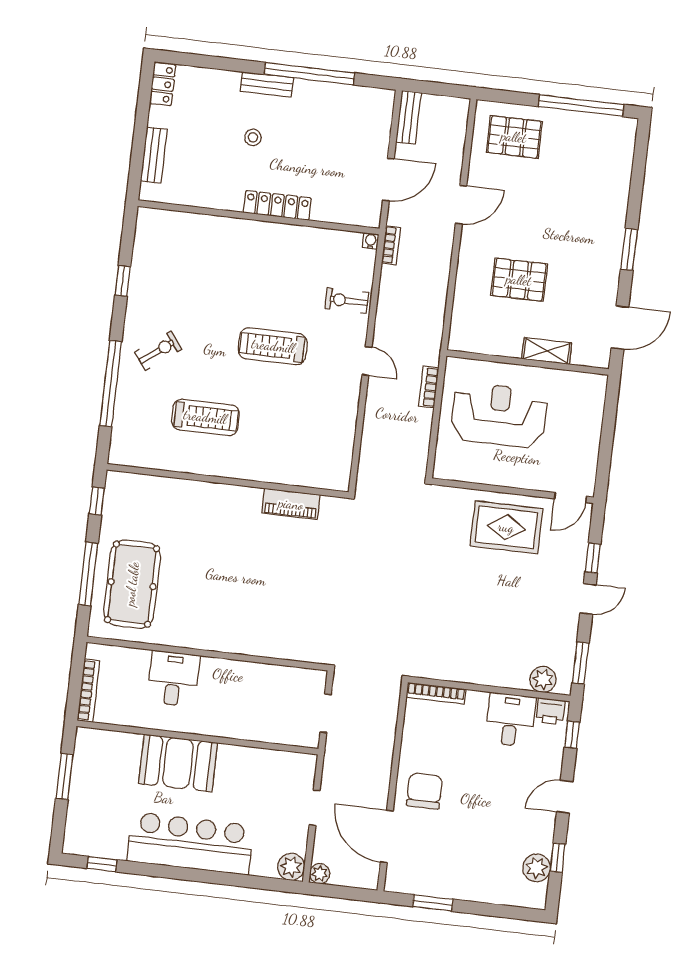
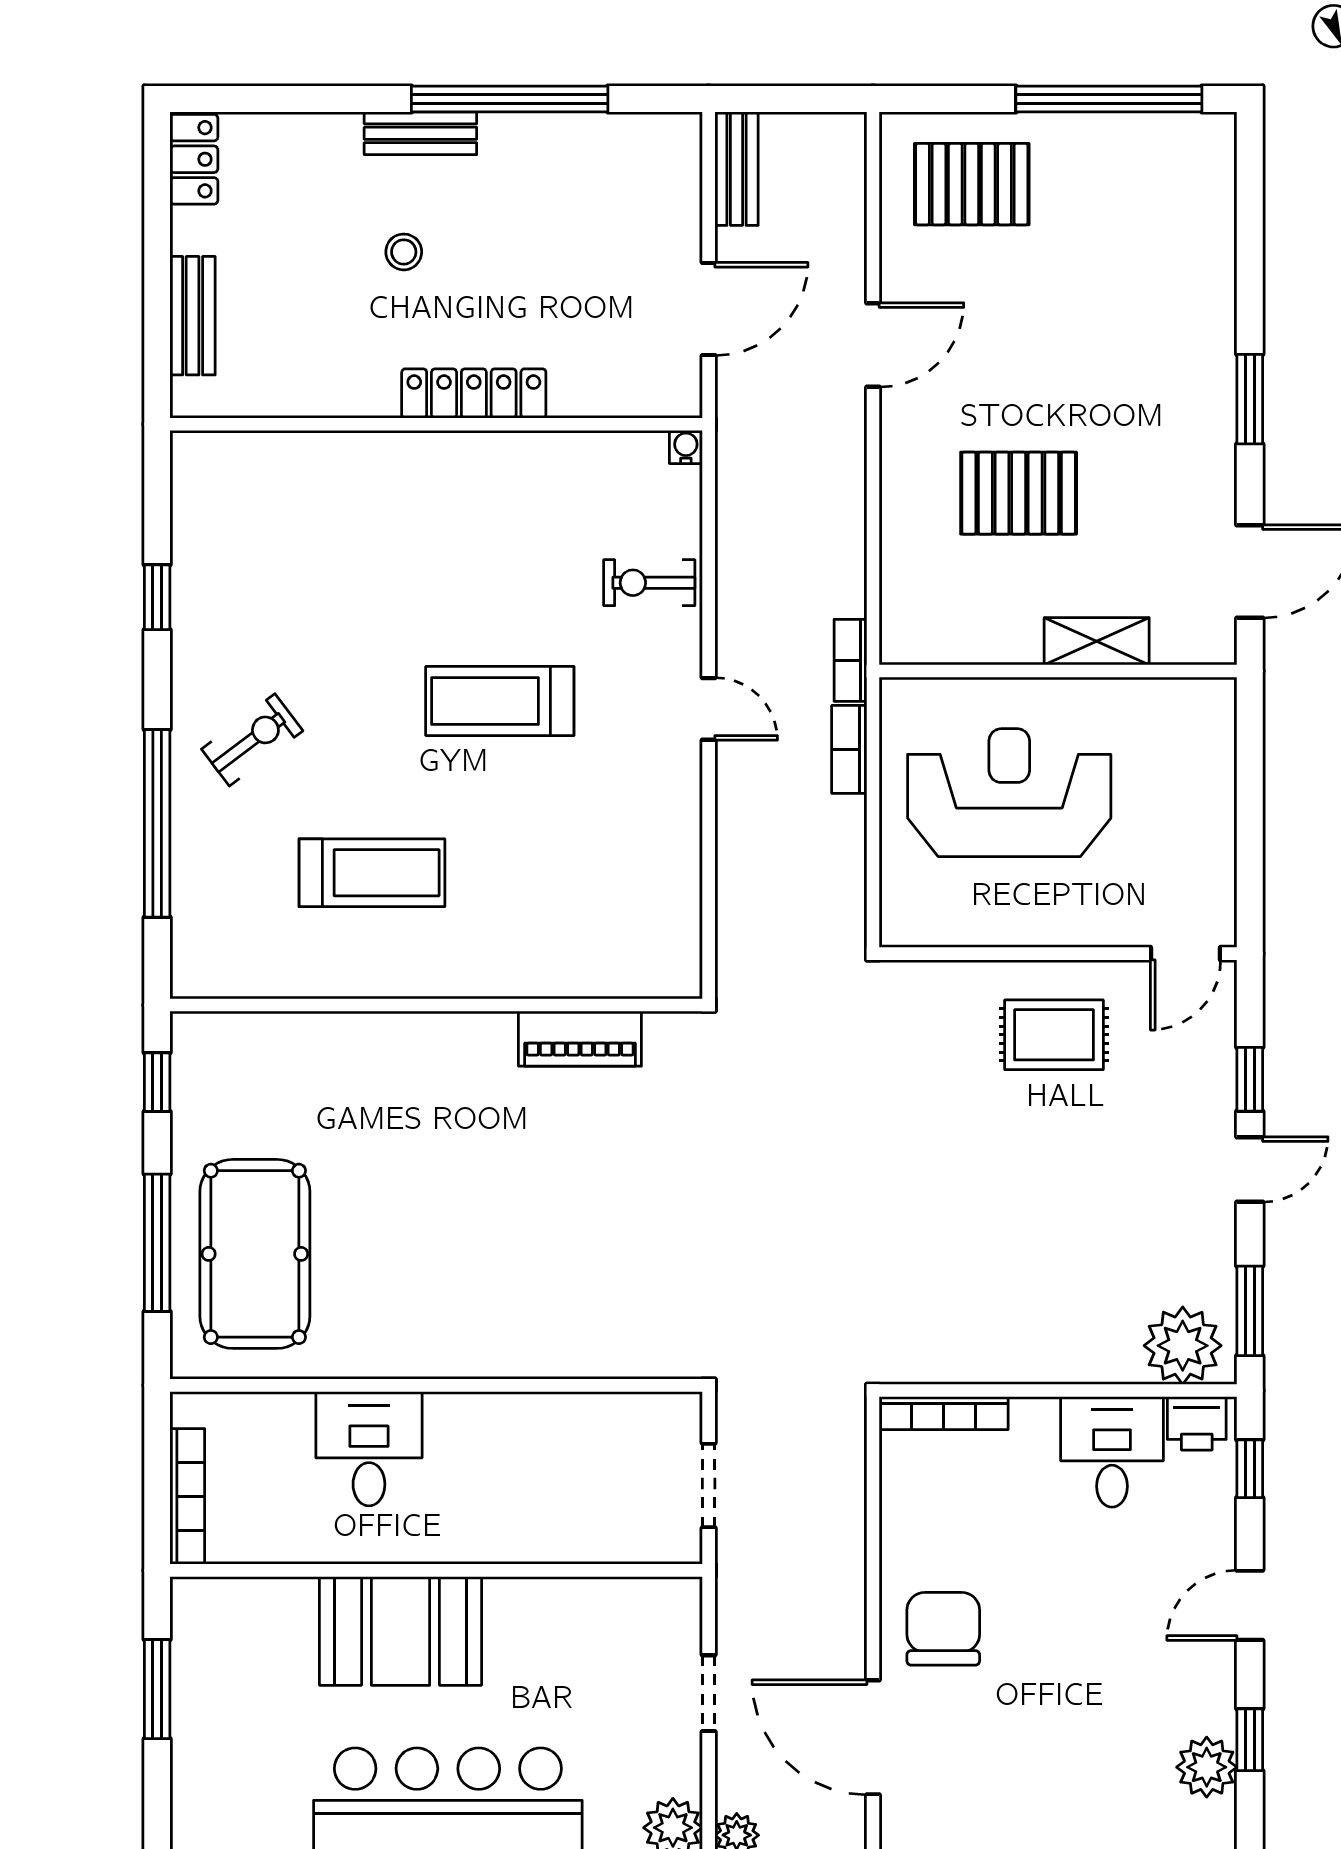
bookcase: (391, 245) -> (850, 660), moved, turned 180
rug: (506, 527) -> (1054, 1035), width x0.73, depth x0.70
plant: (543, 679) -> (1183, 1346), width x1.36, depth x1.36

